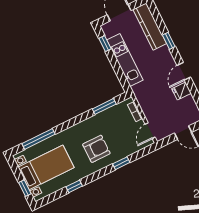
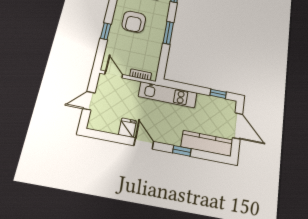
kitchen unit: (125, 60) -> (168, 95), moved
window: (104, 106) -> (168, 33), moved

